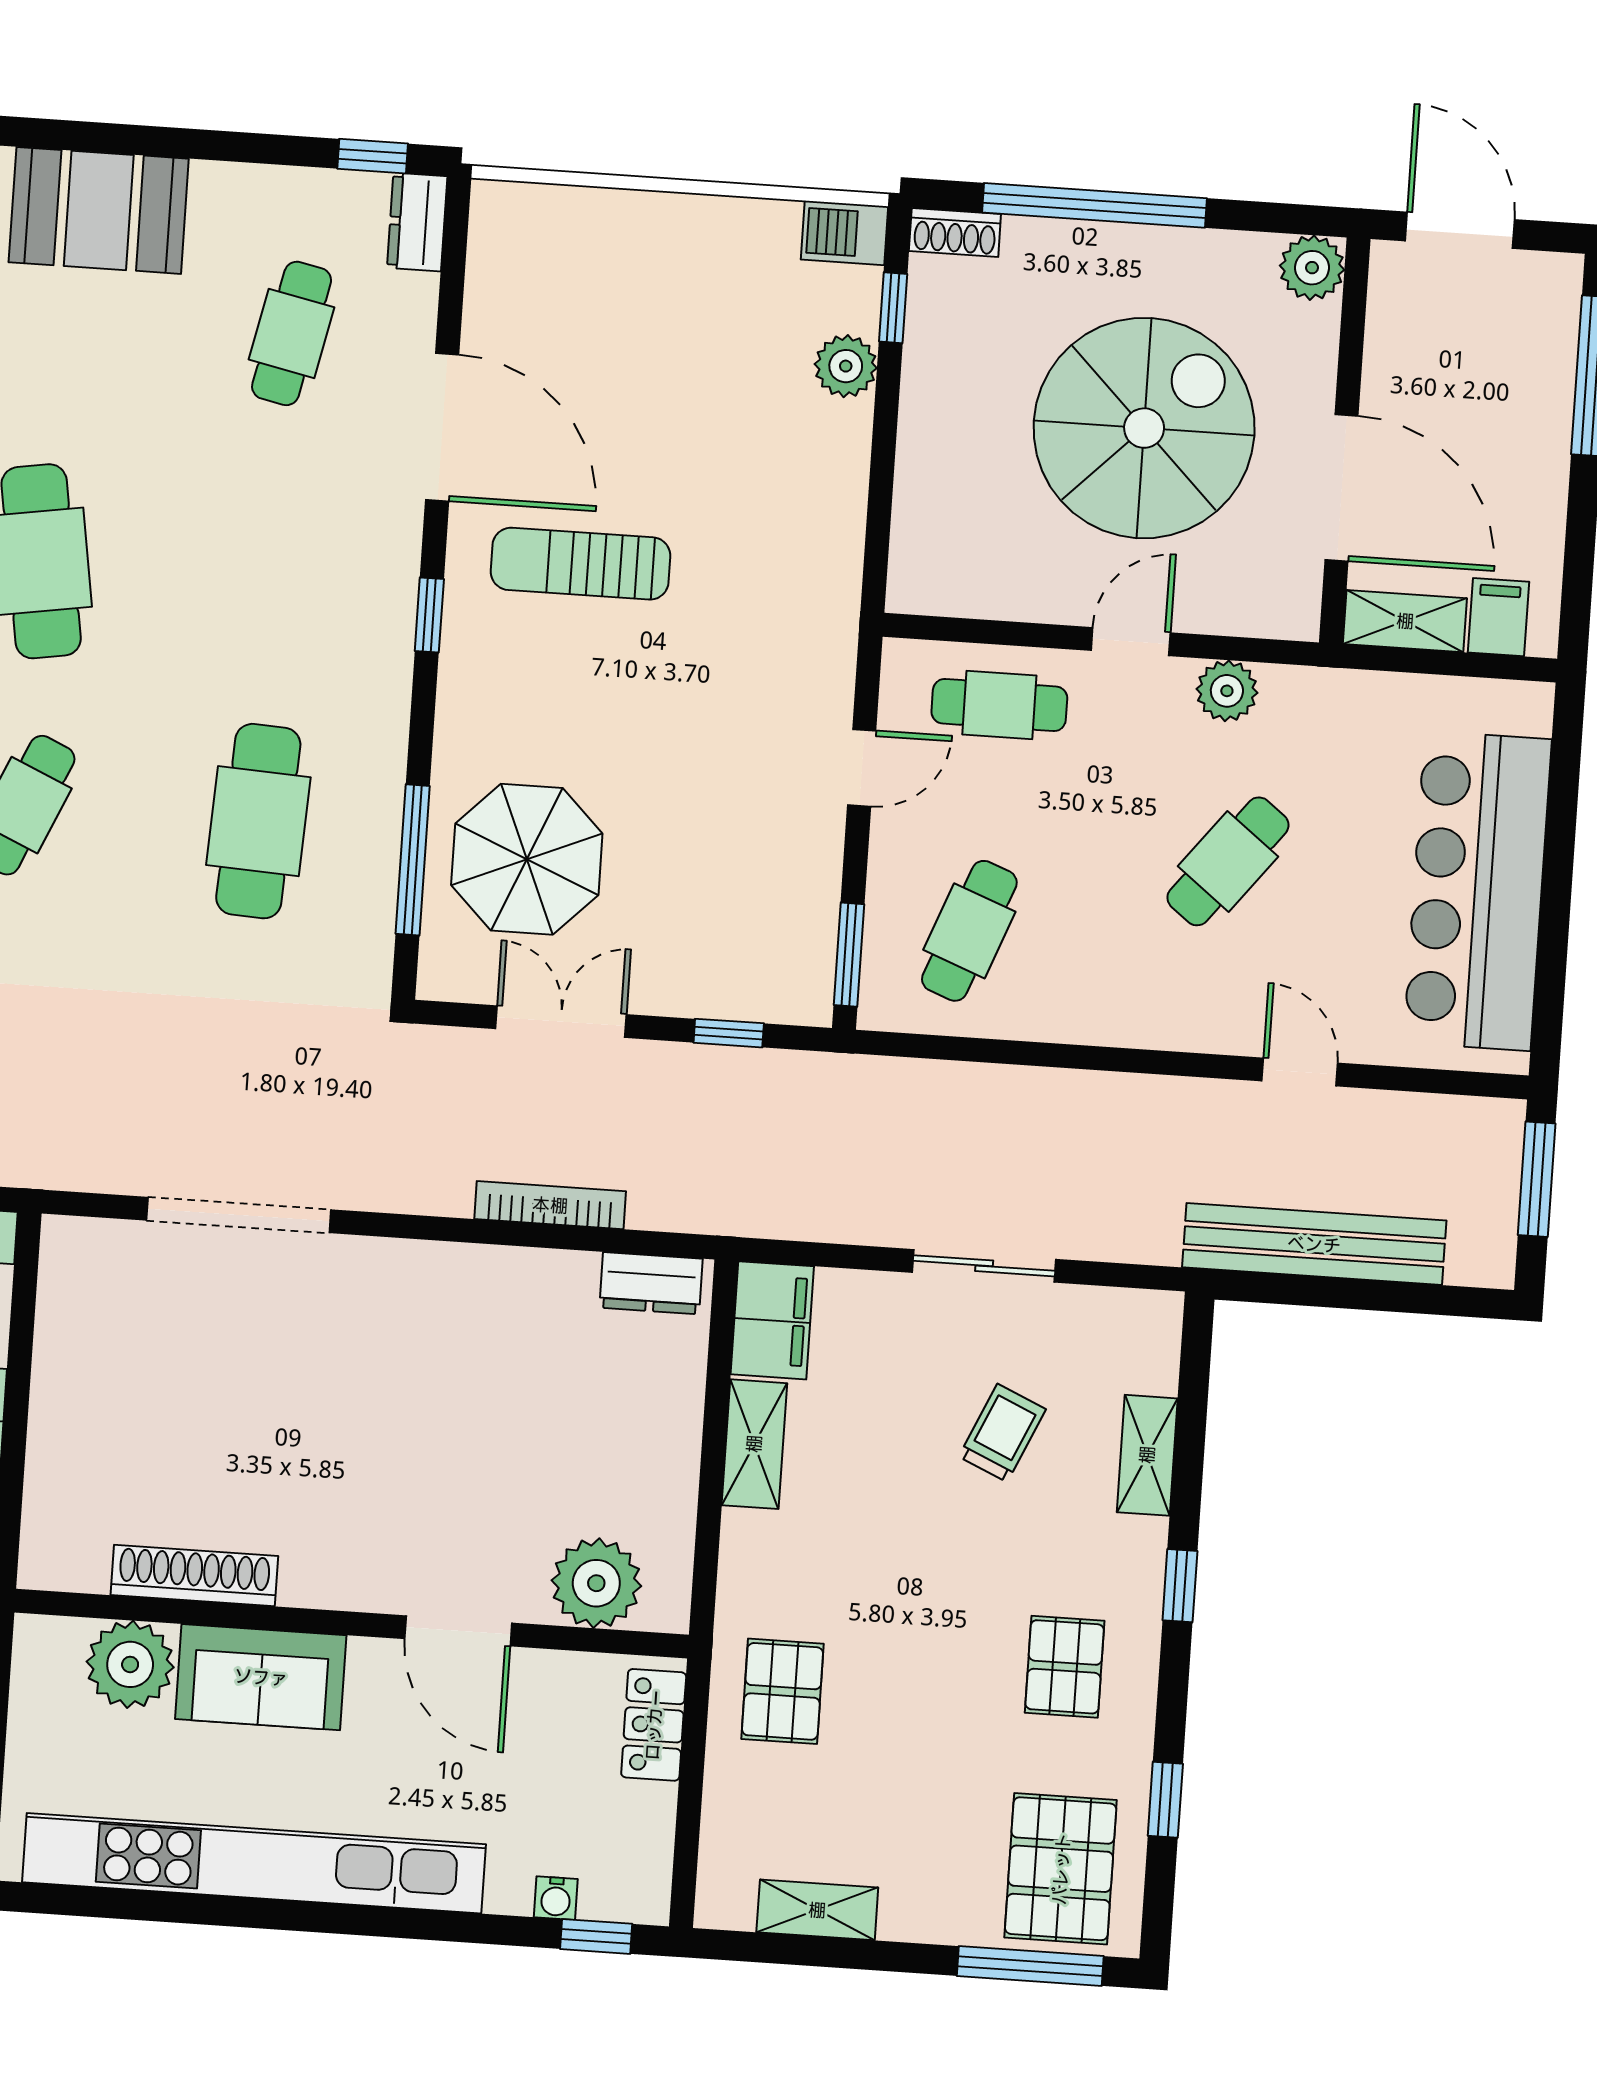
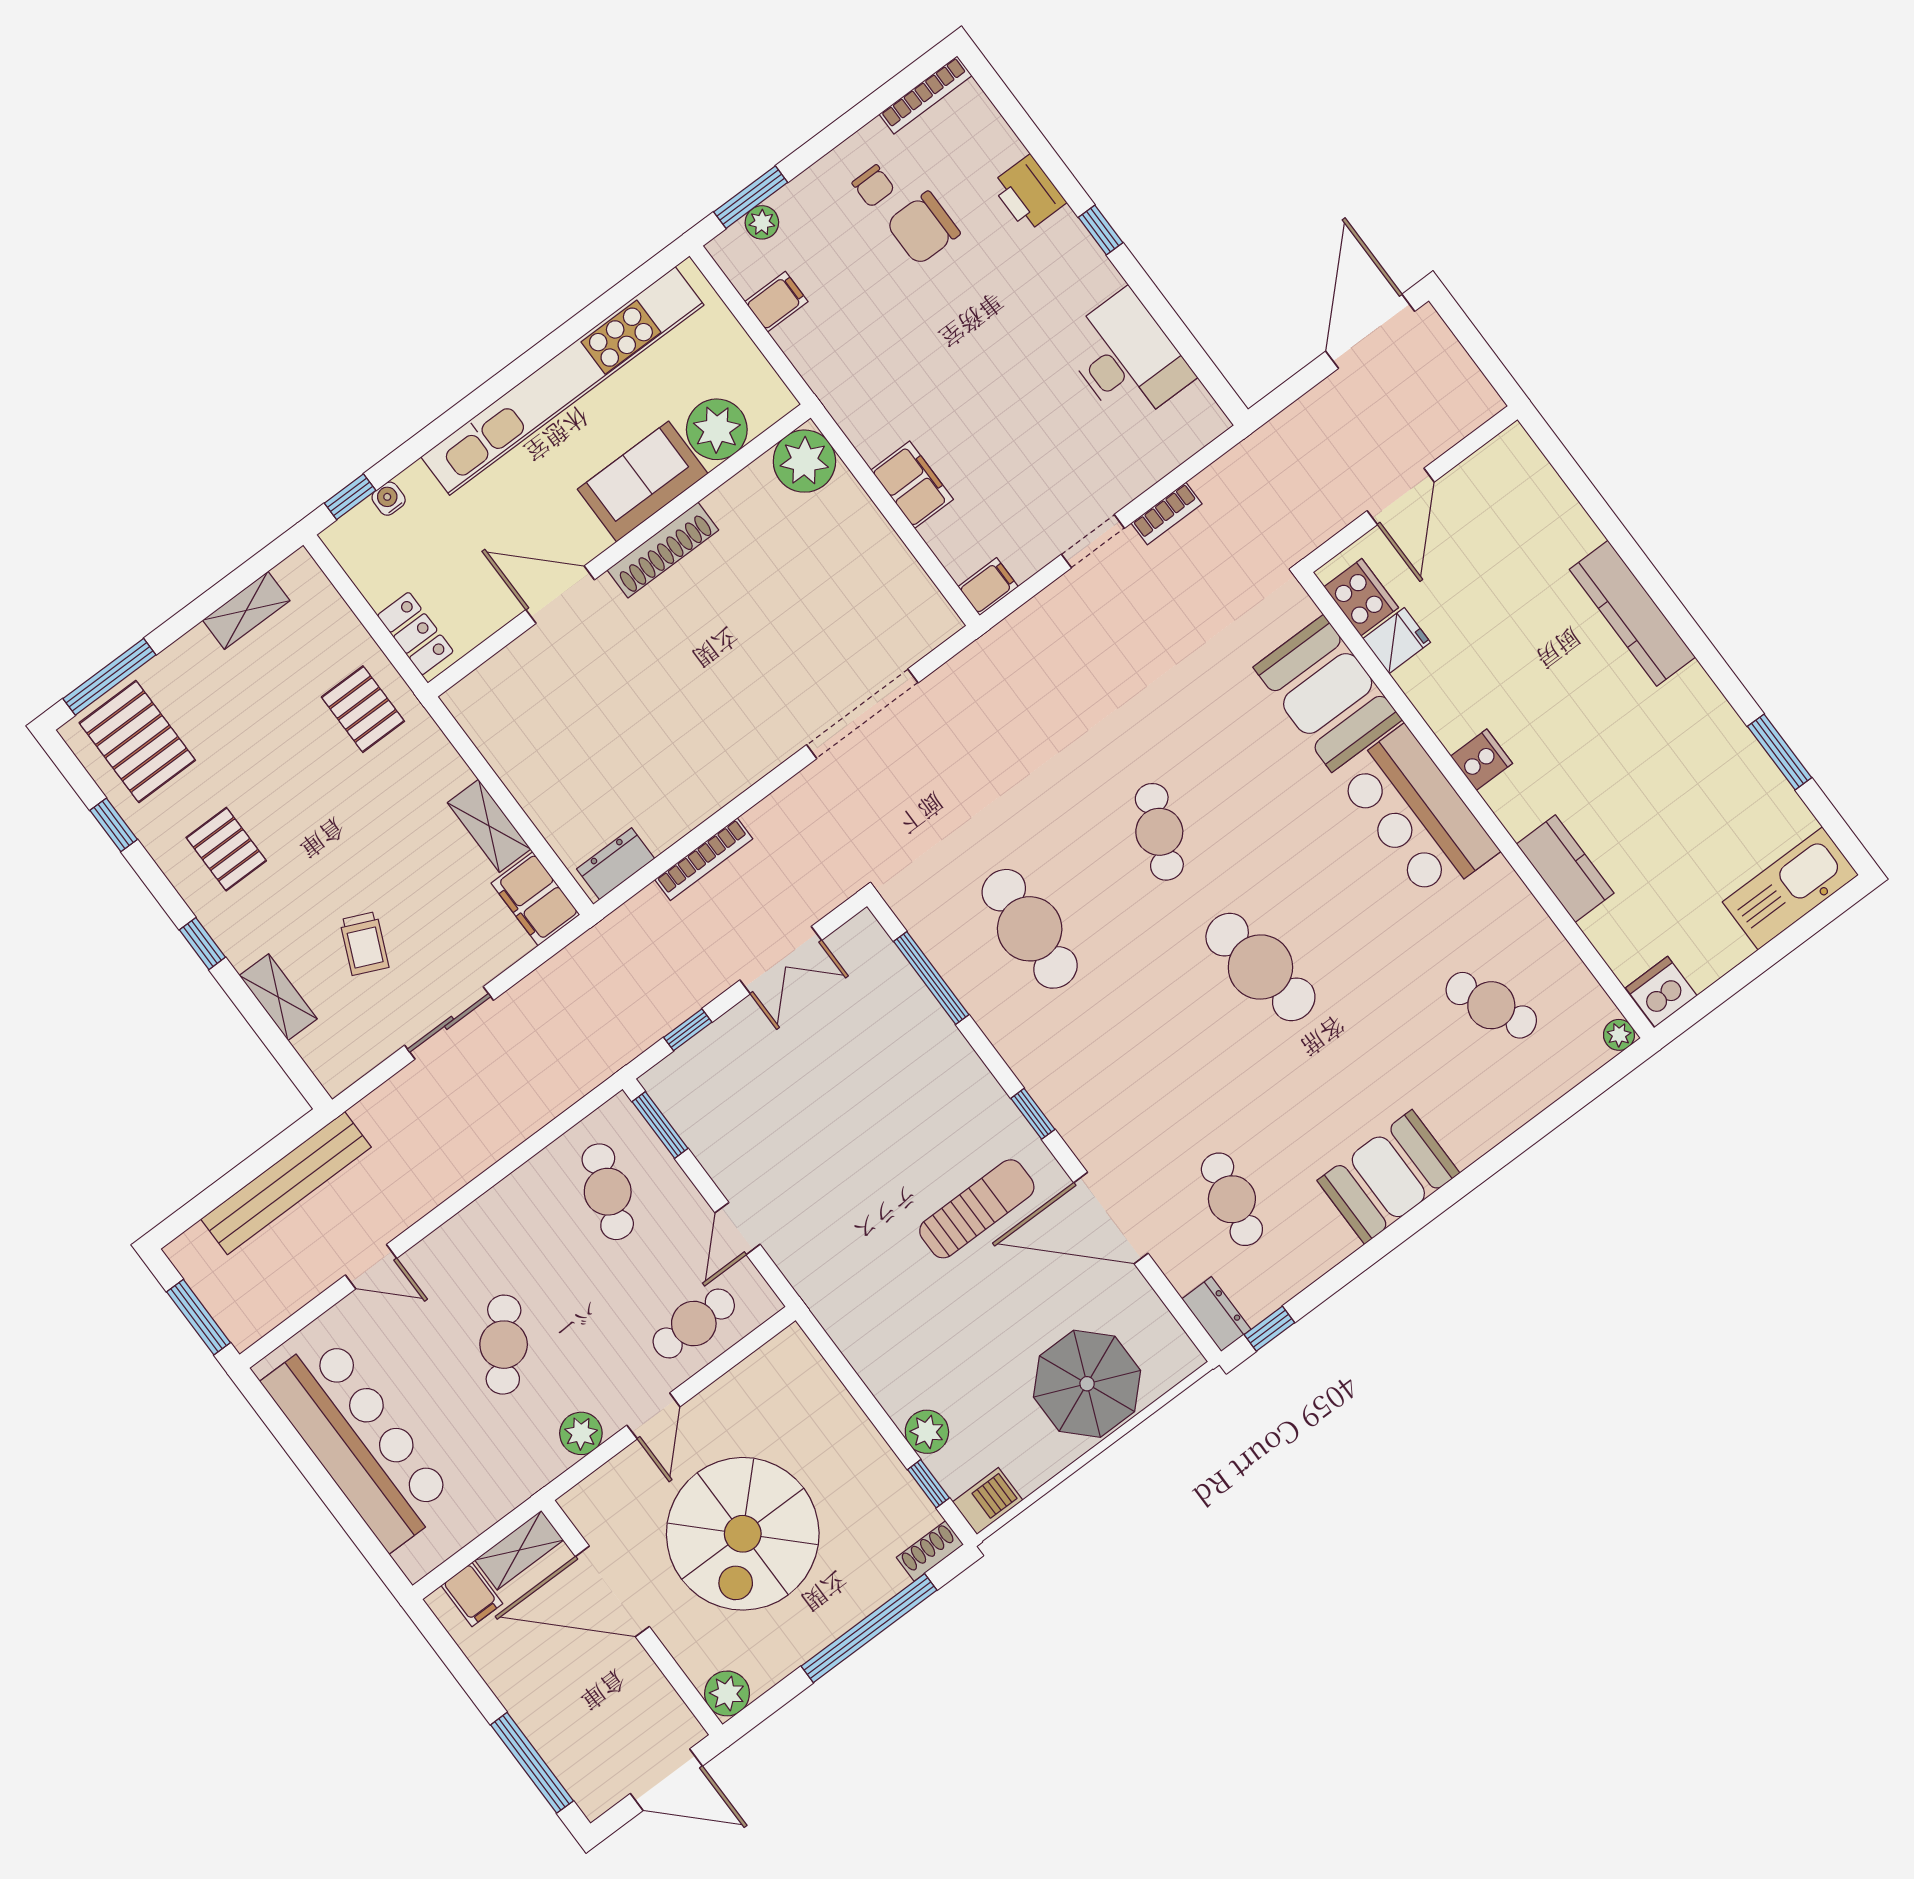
parasol: (527, 859) -> (1087, 1384), moved
shoe rack: (194, 1575) -> (663, 550), moved
plant: (596, 1583) -> (804, 461), moved

